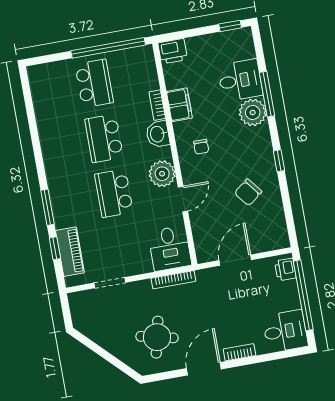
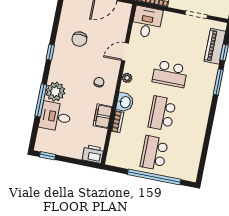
window: (108, 48) -> (154, 177), moved
school desk: (104, 138) -> (162, 113), turned 180
plant: (162, 174) -> (127, 78), width x0.53, depth x0.53
chair: (248, 192) -> (79, 39), turned 128
school desk: (114, 193) -> (170, 74), turned 90

